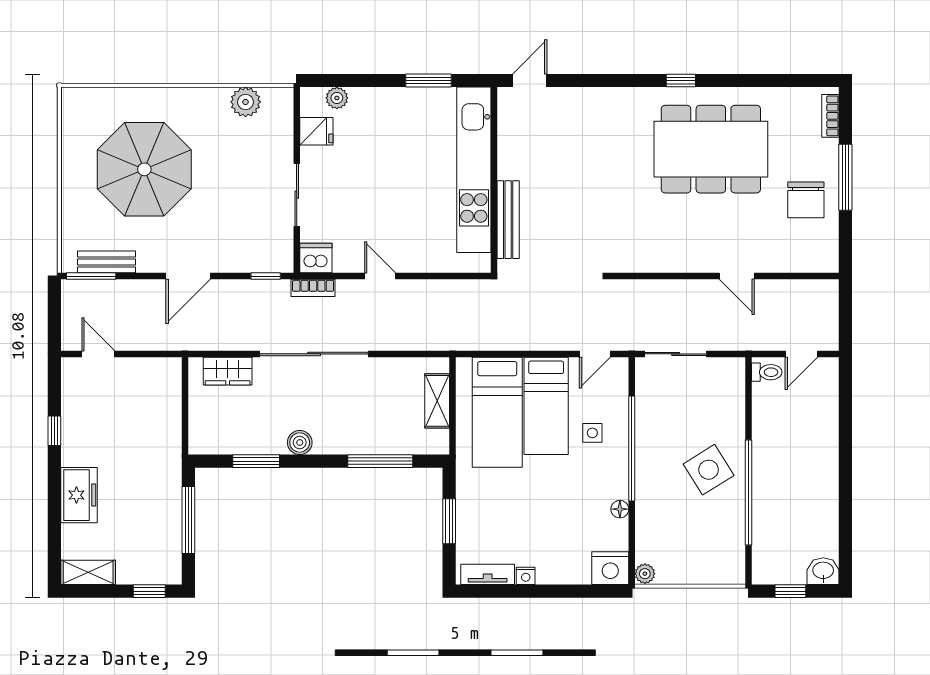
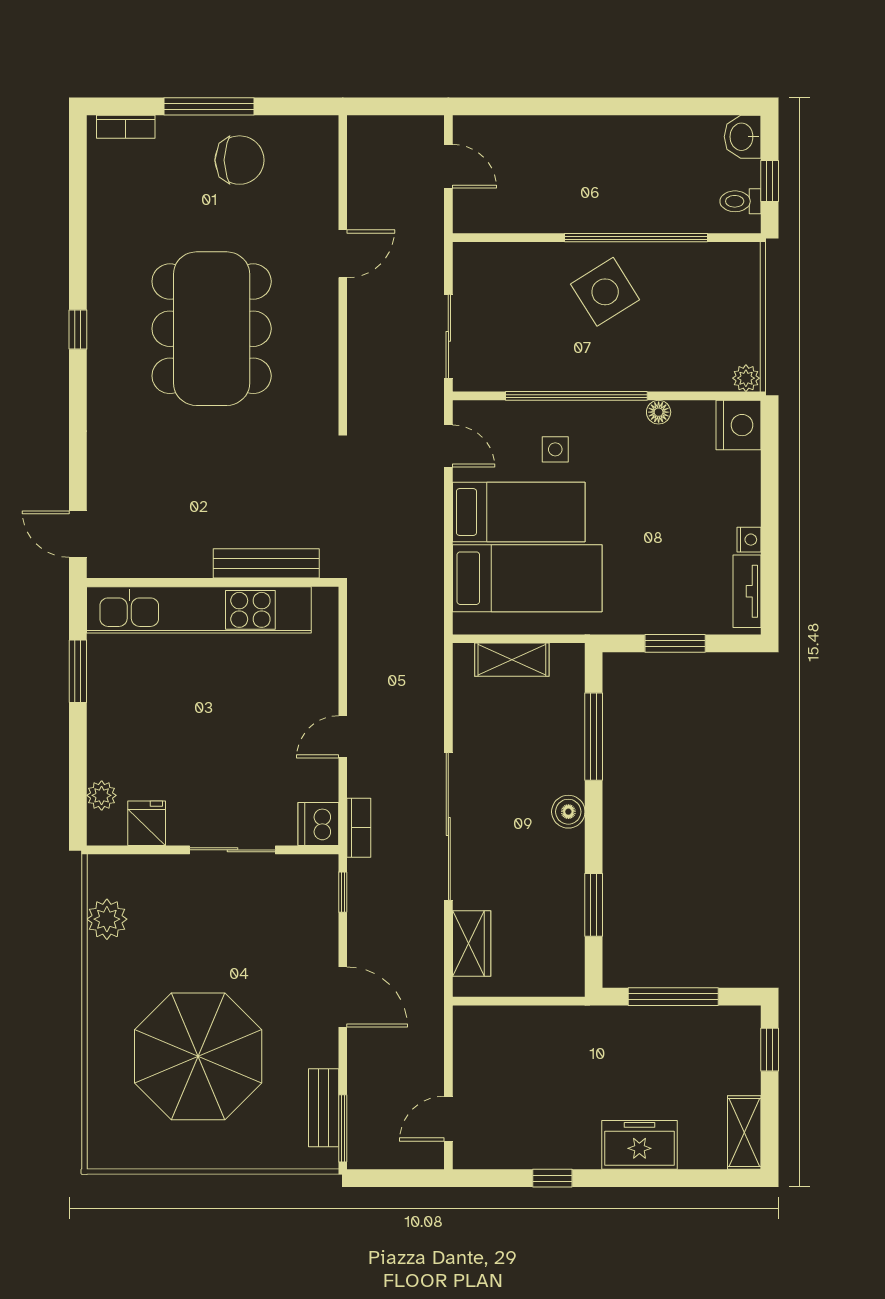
dining table: (711, 149) -> (212, 329), moved
toilet: (767, 372) -> (740, 201), moved, turned -90
boiler: (300, 443) -> (568, 812), moved

